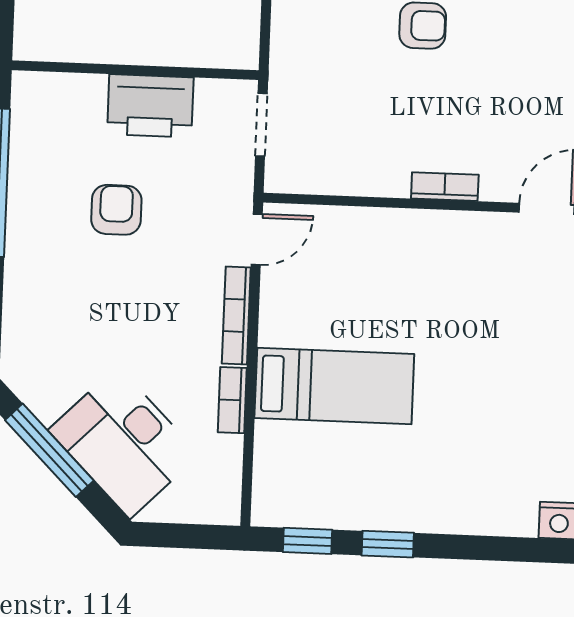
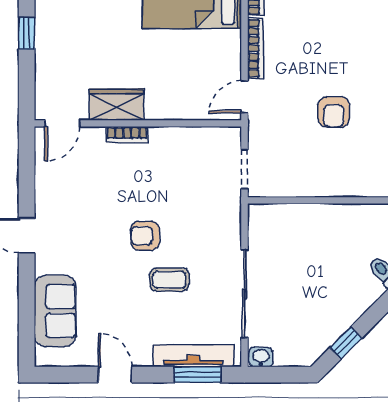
printer: (150, 106) -> (315, 178), removed
wardrobe: (460, 235) -> (116, 105), added

